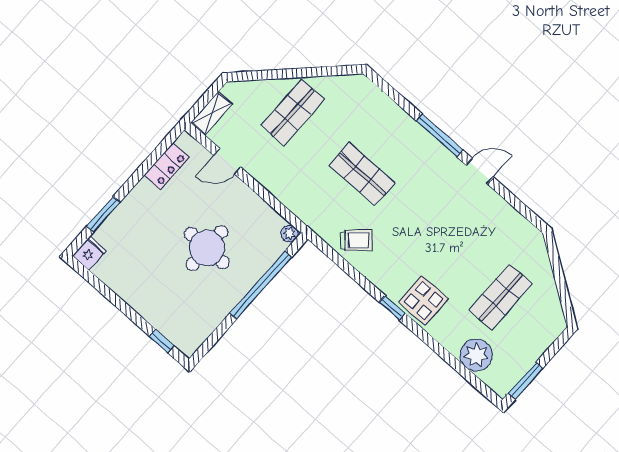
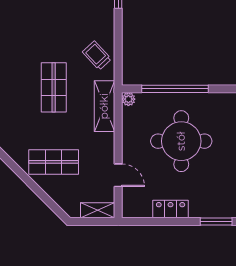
locker: (167, 166) -> (171, 209), moved
shelving: (303, 206) -> (104, 106), added
round table: (207, 248) -> (181, 141), width x1.36, depth x1.36

